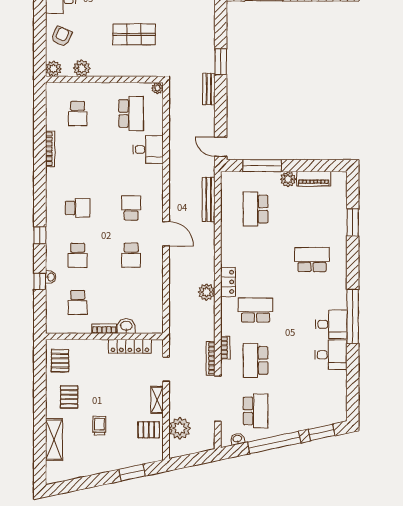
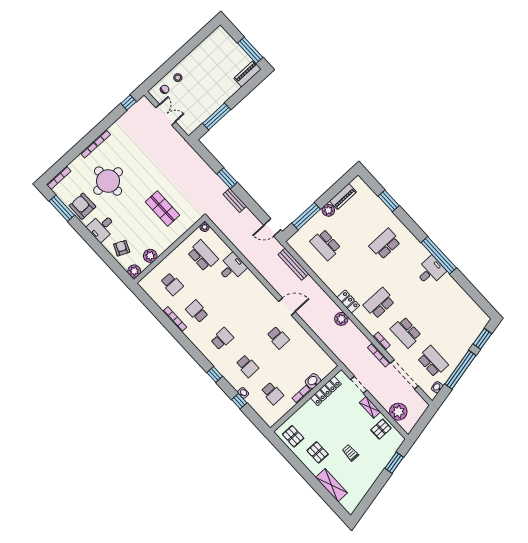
shop shelf: (134, 34) -> (162, 208), turned 90
school desk: (131, 208) -> (197, 311), moved
desk: (331, 355) -> (446, 289), removed

